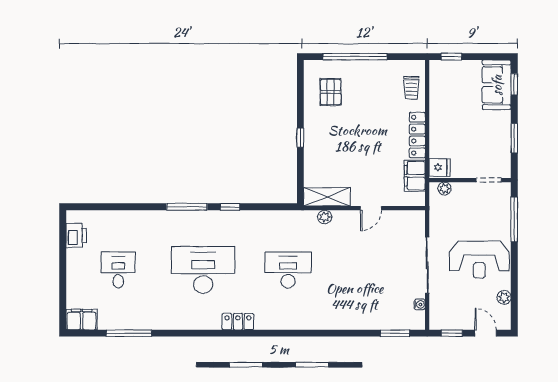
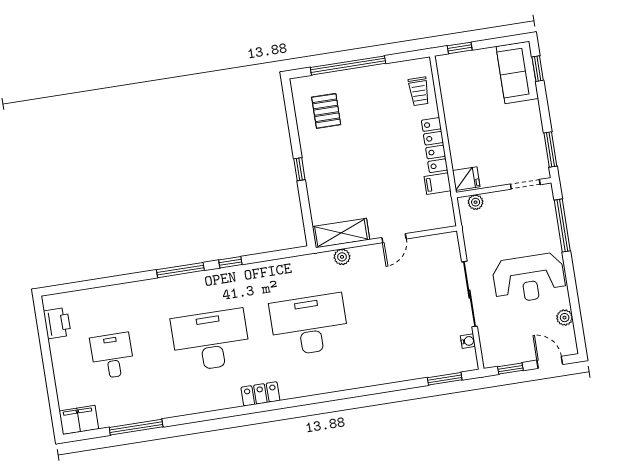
window: (514, 138) -> (550, 150), moved
filing cabinet: (415, 176) -> (438, 184), width x0.50
desk: (288, 270) -> (309, 325), width x1.36, depth x1.30

